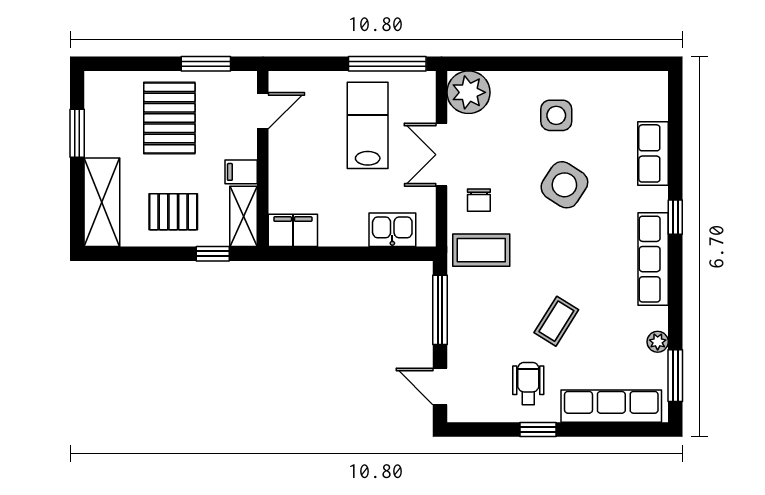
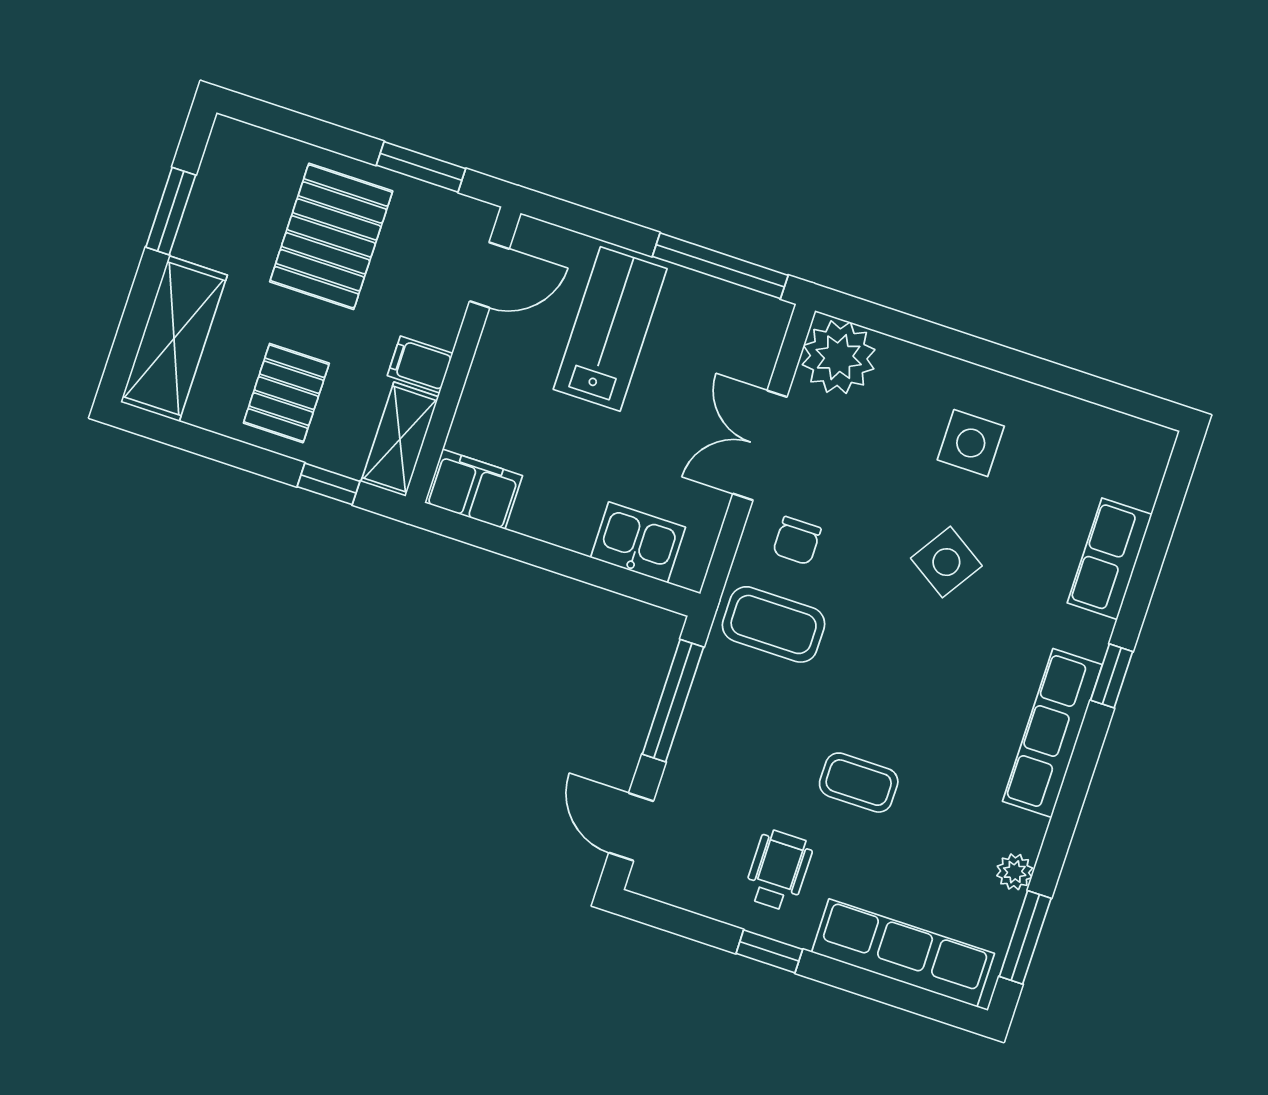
lab bench: (368, 125) -> (610, 329), moved
side table: (564, 185) -> (946, 562), width x0.73, depth x0.73
pallet: (173, 212) -> (286, 393), turned 90
coffee table: (556, 321) -> (859, 783), turned 58

